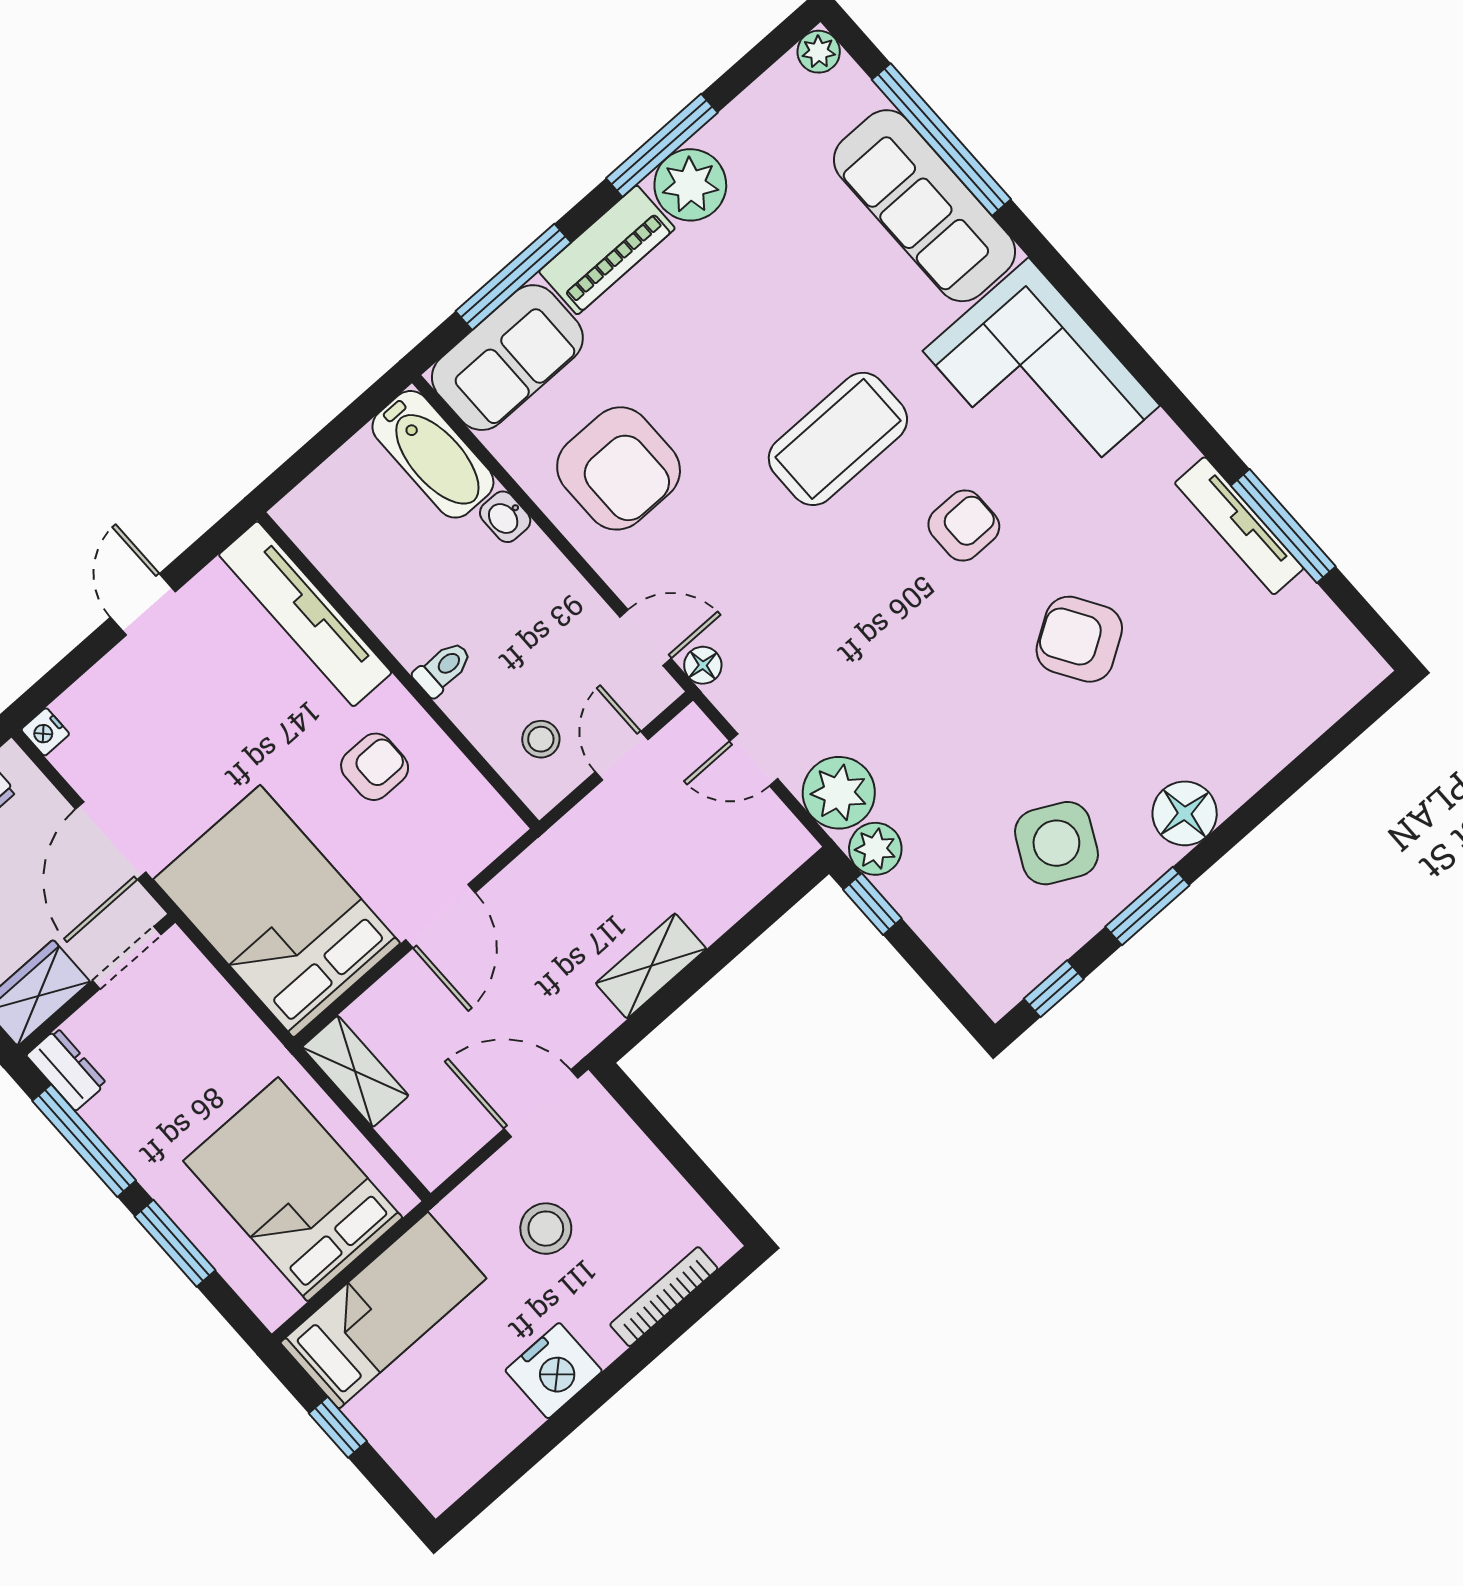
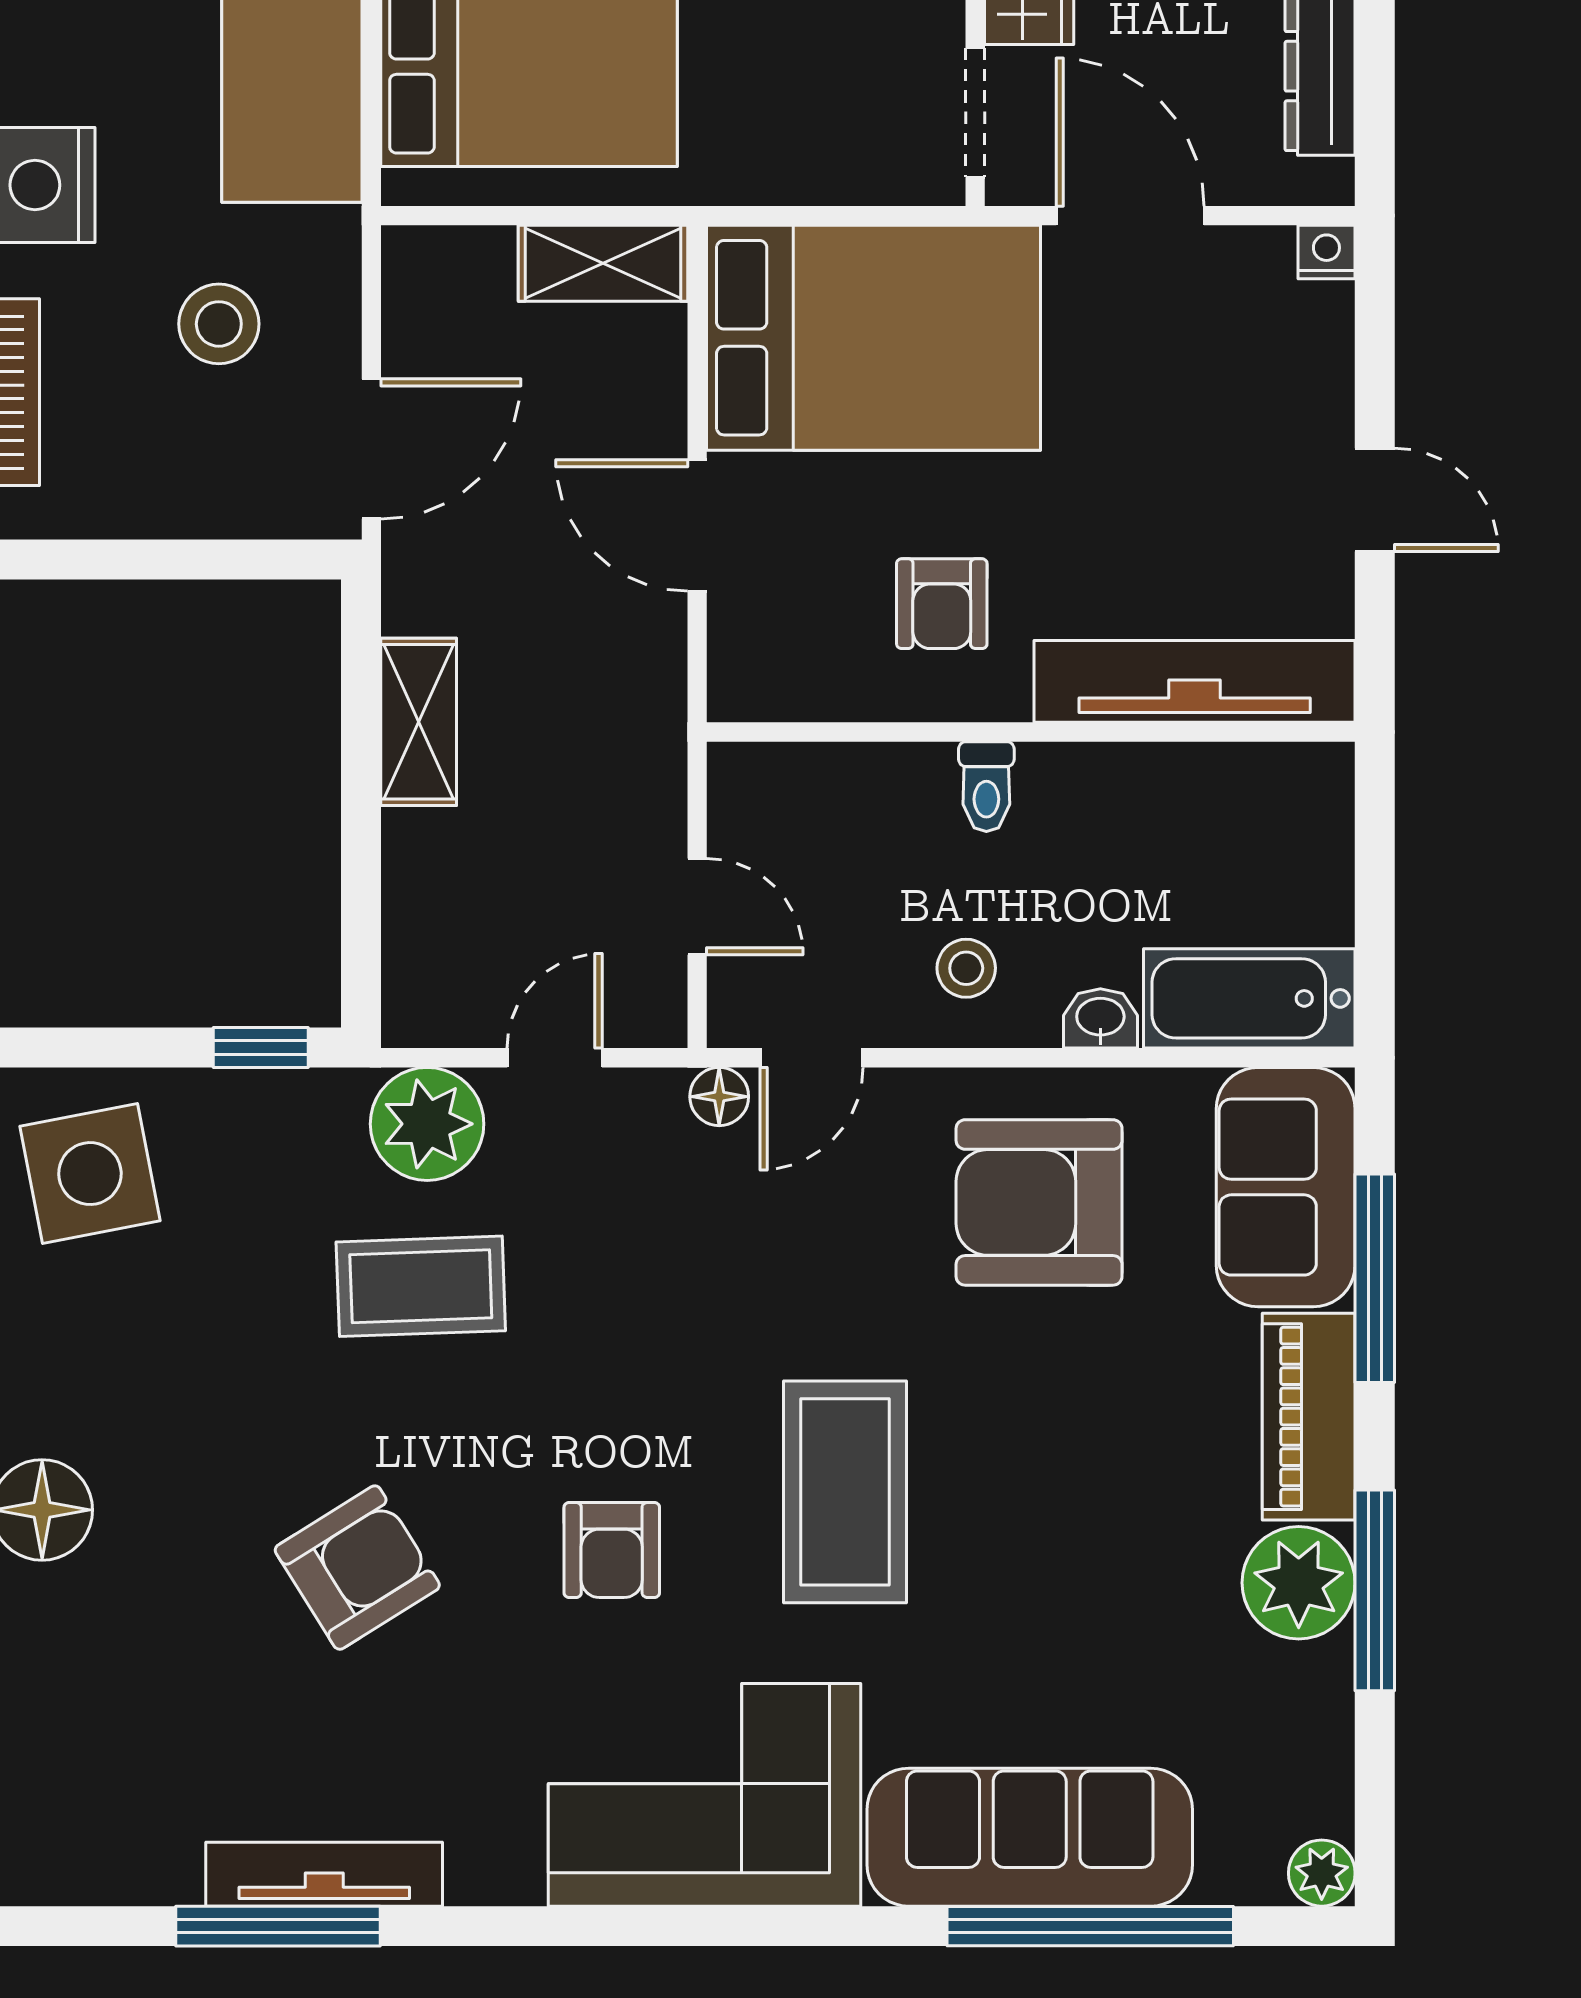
coffee table: (919, 727) -> (421, 1286), added
stool: (541, 739) -> (966, 968), moved
side table: (1056, 843) -> (90, 1174), moved, turned -38
plant: (875, 849) -> (323, 1108), removed

